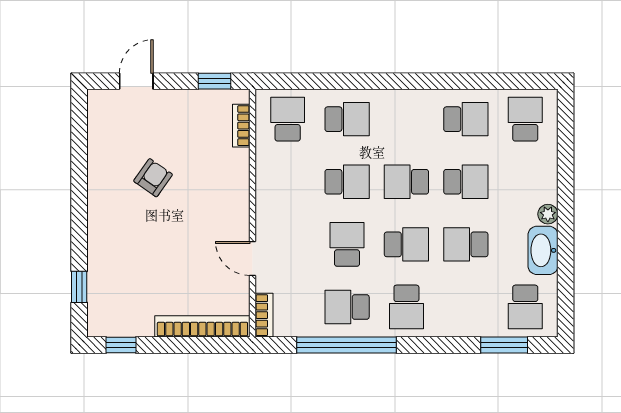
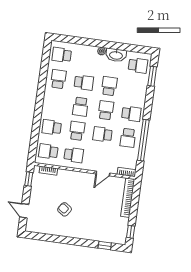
school desk: (347, 119) -> (52, 127), turned -90
school desk: (288, 182) -> (74, 155), added
school desk: (466, 182) -> (84, 83), turned 90
school desk: (466, 244) -> (109, 86), turned 180

